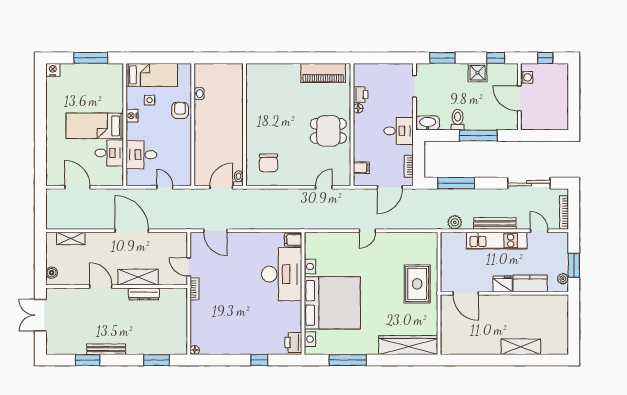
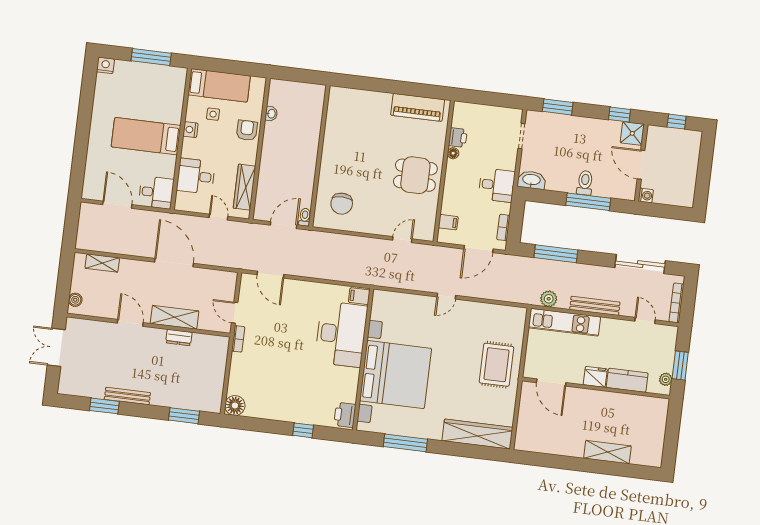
shower: (478, 73) -> (632, 133), moved
washing machine: (527, 77) -> (646, 195), moved
toilet: (458, 120) -> (585, 183), moved
desk: (109, 153) -> (156, 192), moved
wardrobe: (184, 159) -> (245, 187), added
kitchen unit: (497, 241) -> (564, 322), moved
dresser: (144, 294) -> (179, 337), width x0.70
floor lamp: (195, 350) -> (235, 405), width x1.89, depth x1.89

